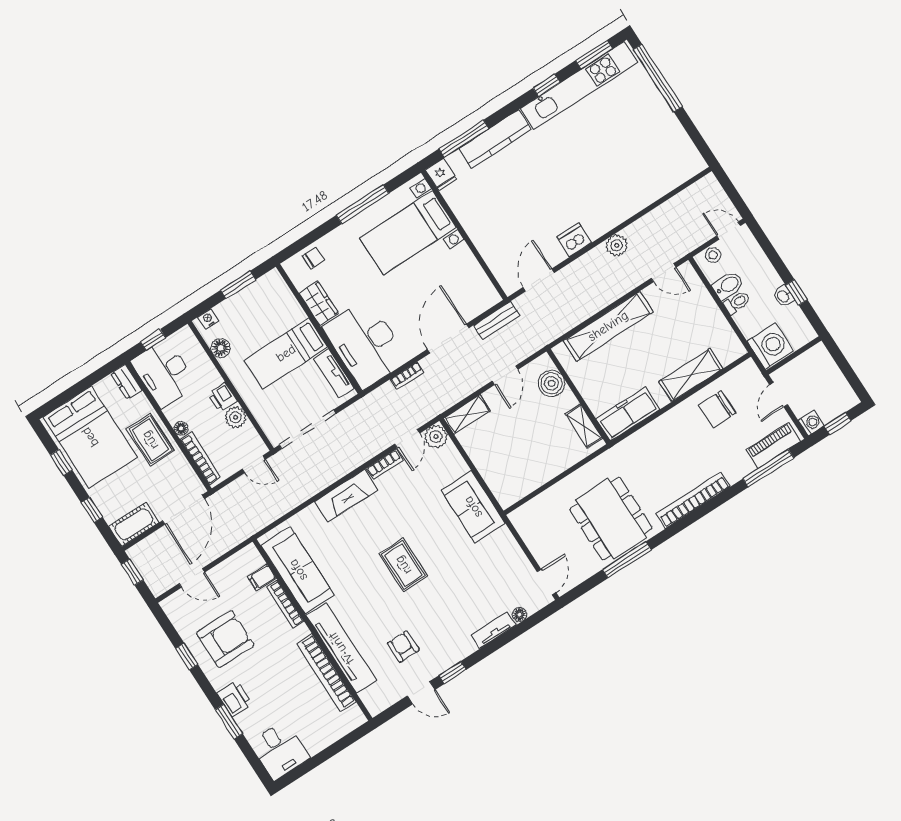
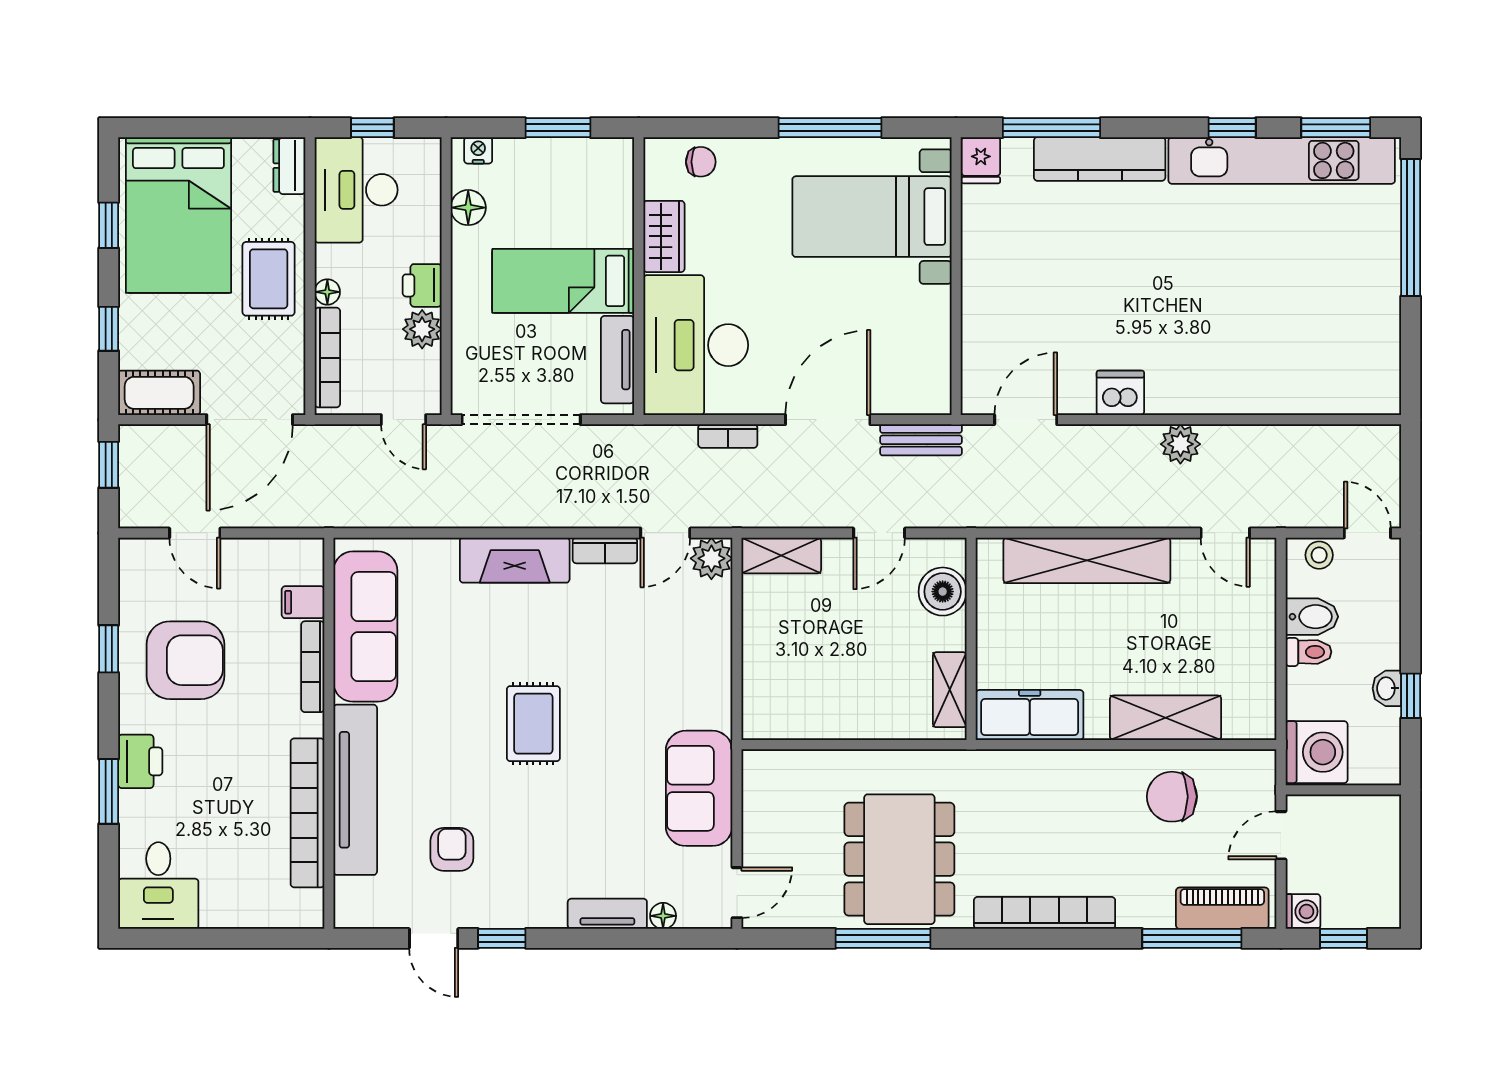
sofa: (473, 507) -> (699, 788), moved

